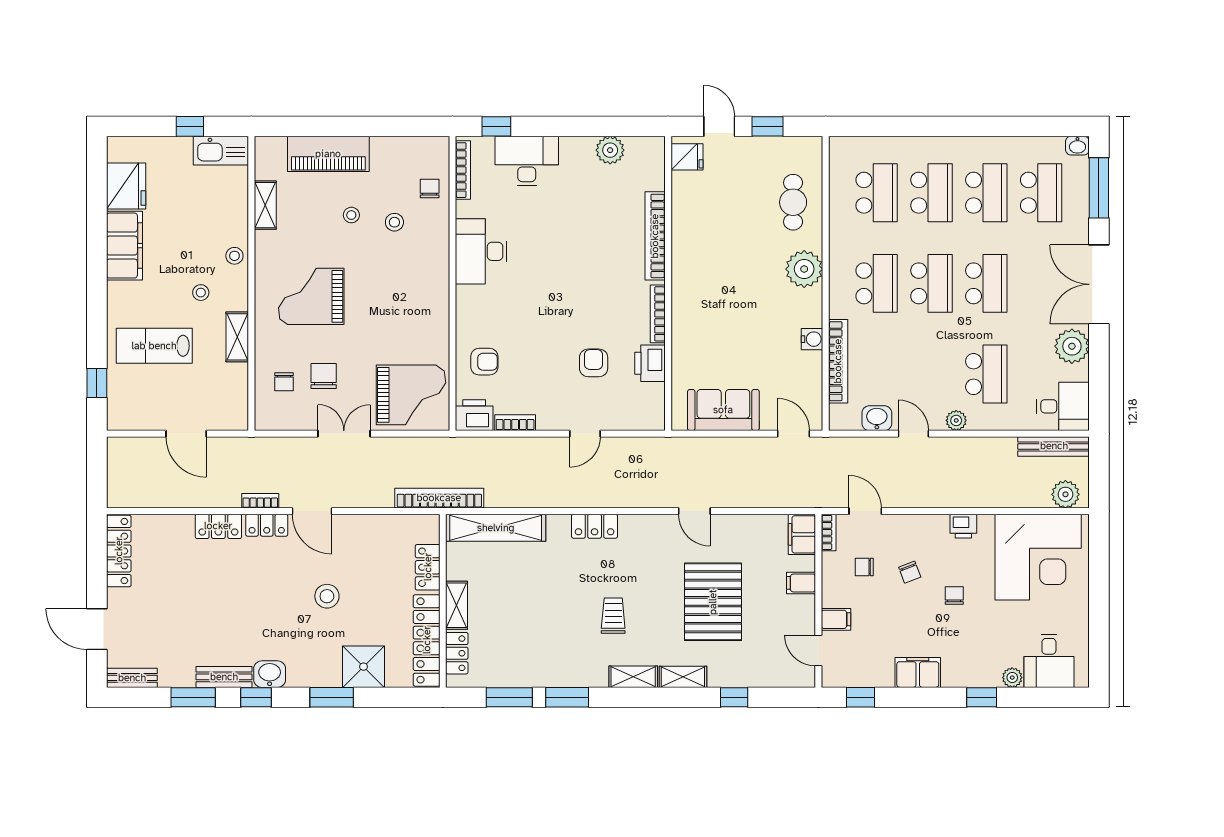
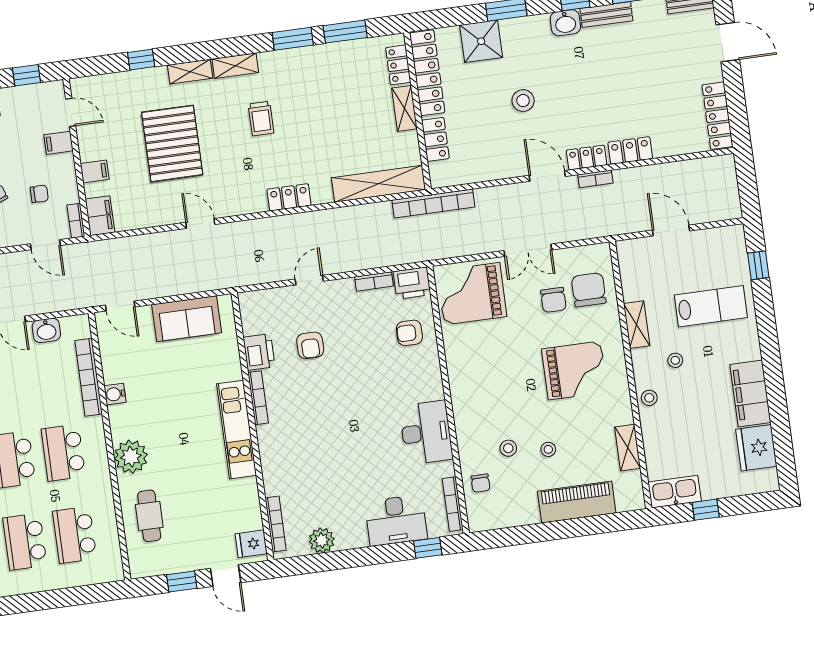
bookcase: (655, 236) -> (276, 524), moved, width x0.68, depth x0.76
kitchen unit: (686, 283) -> (236, 430), added
chair: (284, 382) -> (589, 290), width x1.87, depth x1.87

